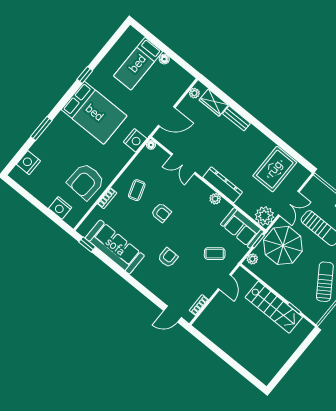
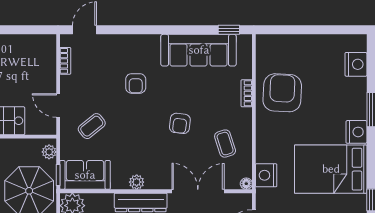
double door: (183, 164) -> (198, 191), width x1.37
coffee table: (137, 190) -> (225, 144), moved
nightstand: (60, 208) -> (356, 132), moved, turned 90
armchair: (161, 213) -> (180, 123), turned -83

